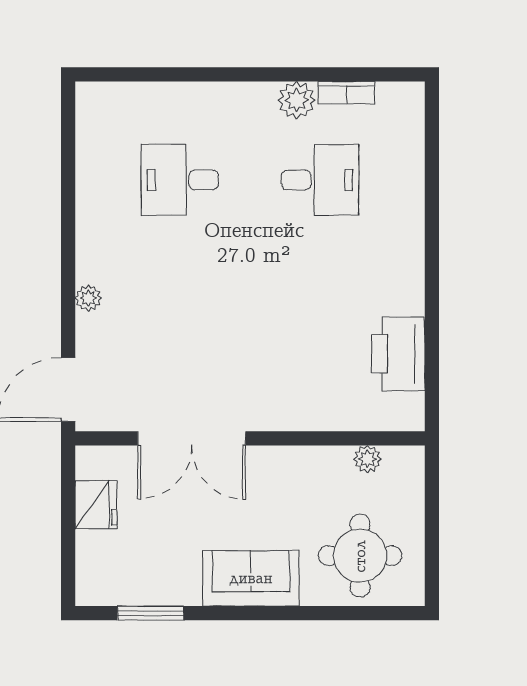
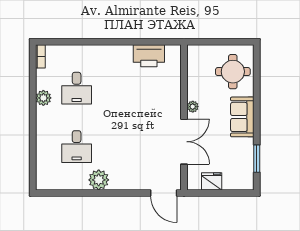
bookcase: (346, 93) -> (40, 56), moved
desk: (320, 180) -> (77, 88), turned 180
plant: (88, 298) -> (99, 180), moved, width x1.87, depth x1.87
plant: (367, 459) -> (193, 107), moved

